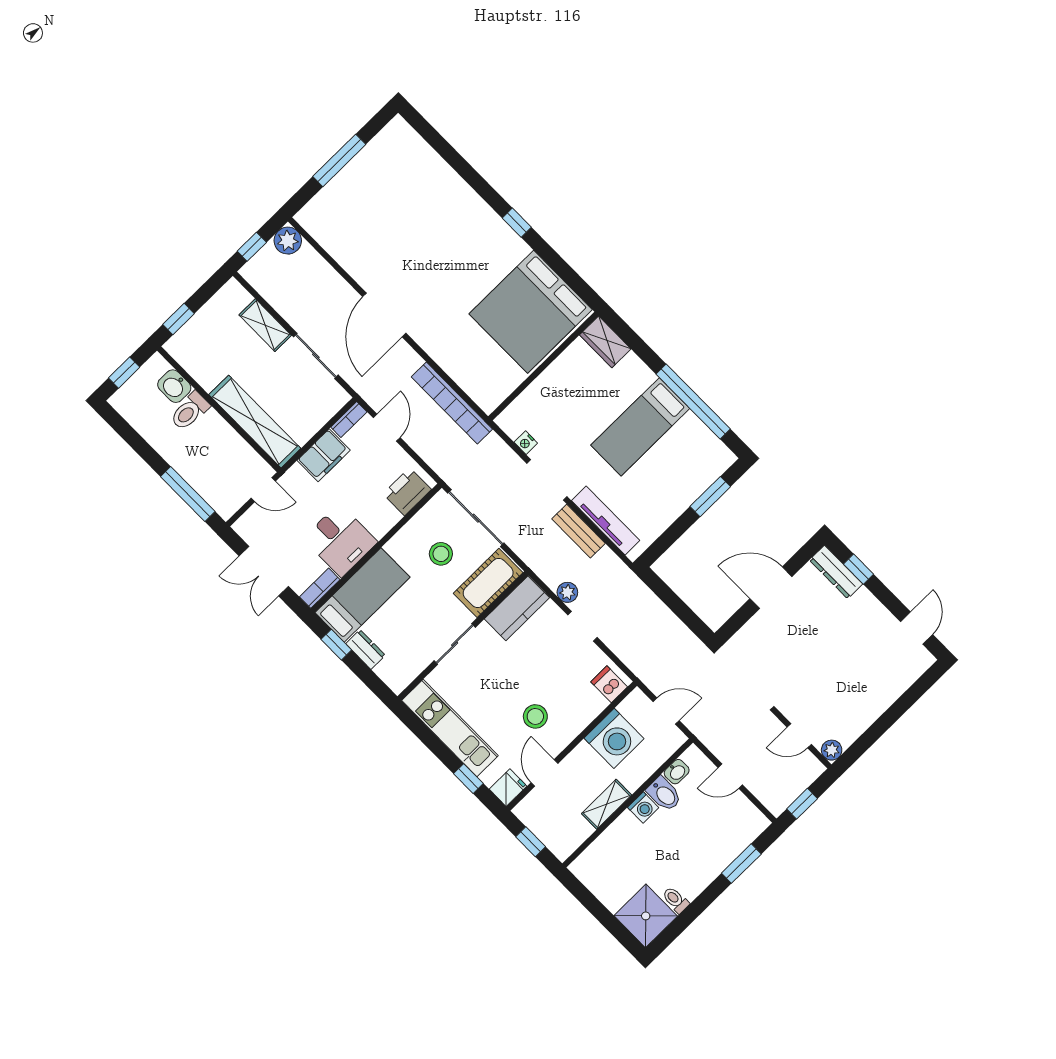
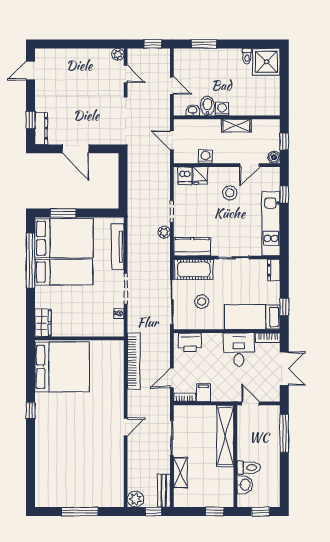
door: (384, 315) -> (126, 427), width x0.53
filing cabinet: (324, 455) -> (203, 393), width x0.50
bed: (679, 468) -> (64, 238), added
bench: (578, 531) -> (164, 491), moved
dresser: (366, 649) -> (274, 270), moved
washing machine: (614, 738) -> (206, 157), width x0.53, depth x0.53
fridge: (508, 788) -> (200, 175), moved, turned -90
boiler: (524, 811) -> (274, 157), added

